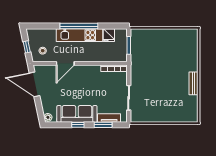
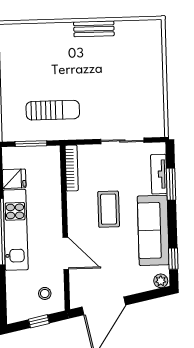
sun lounger: (148, 58) -> (53, 110), added
coffee table: (90, 89) -> (109, 209), added
window: (78, 125) -> (173, 259), moved

